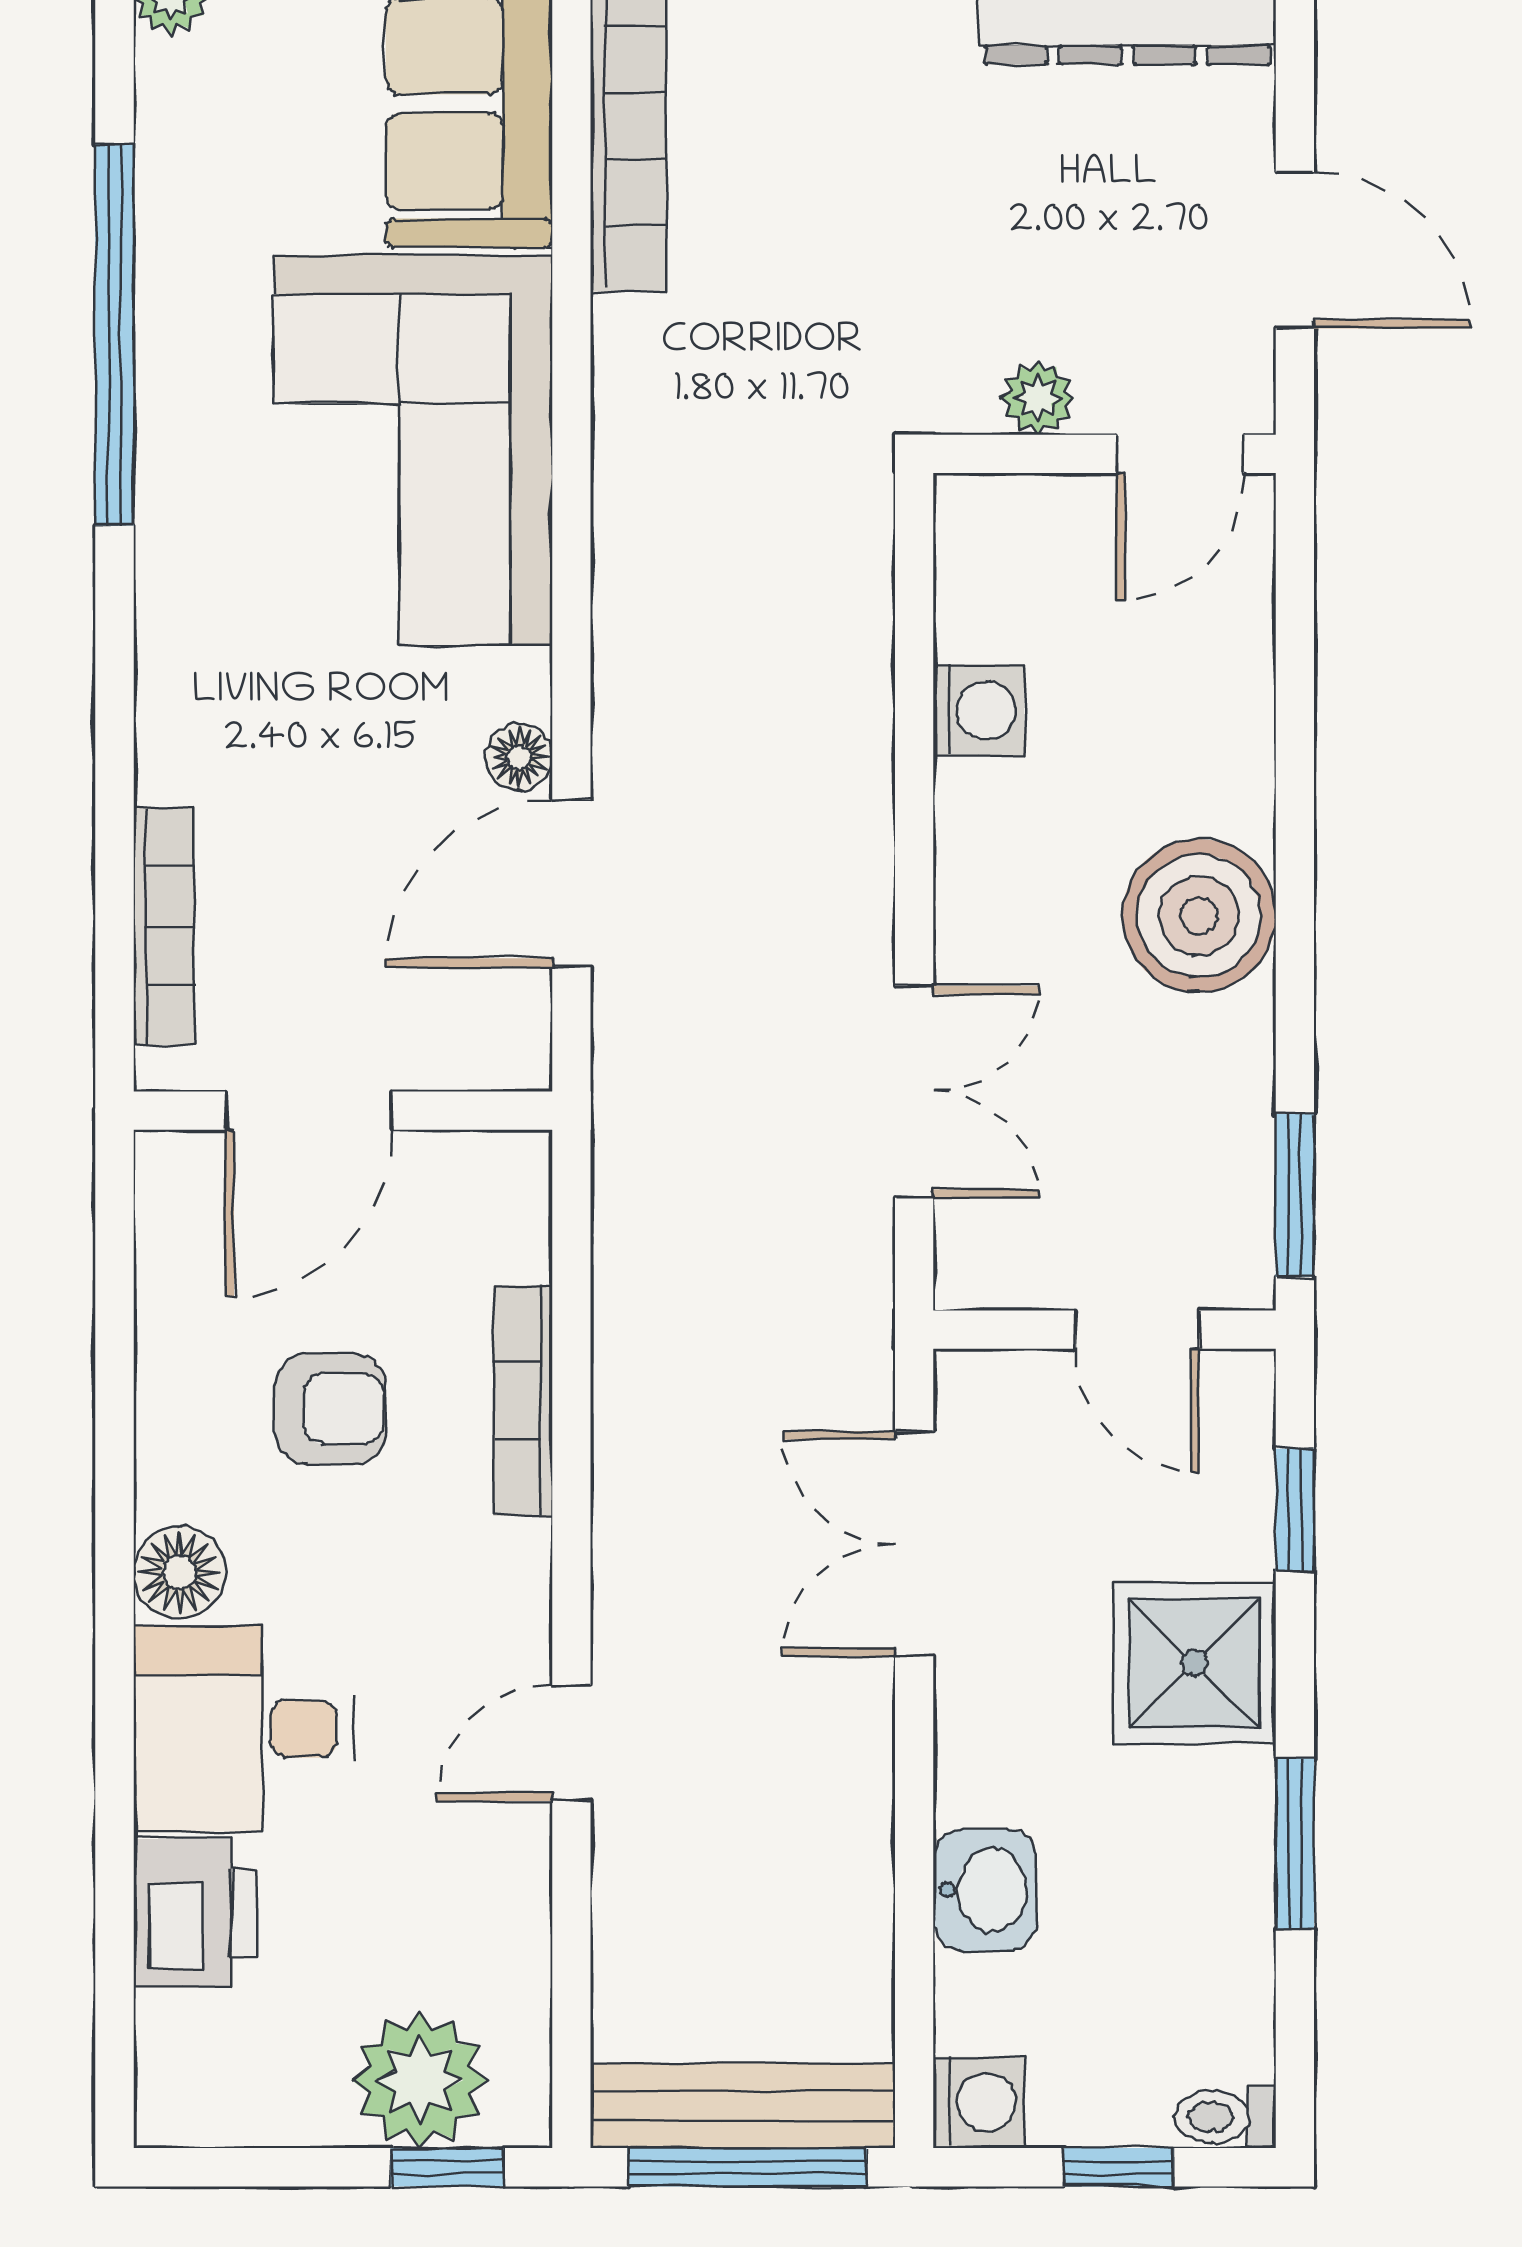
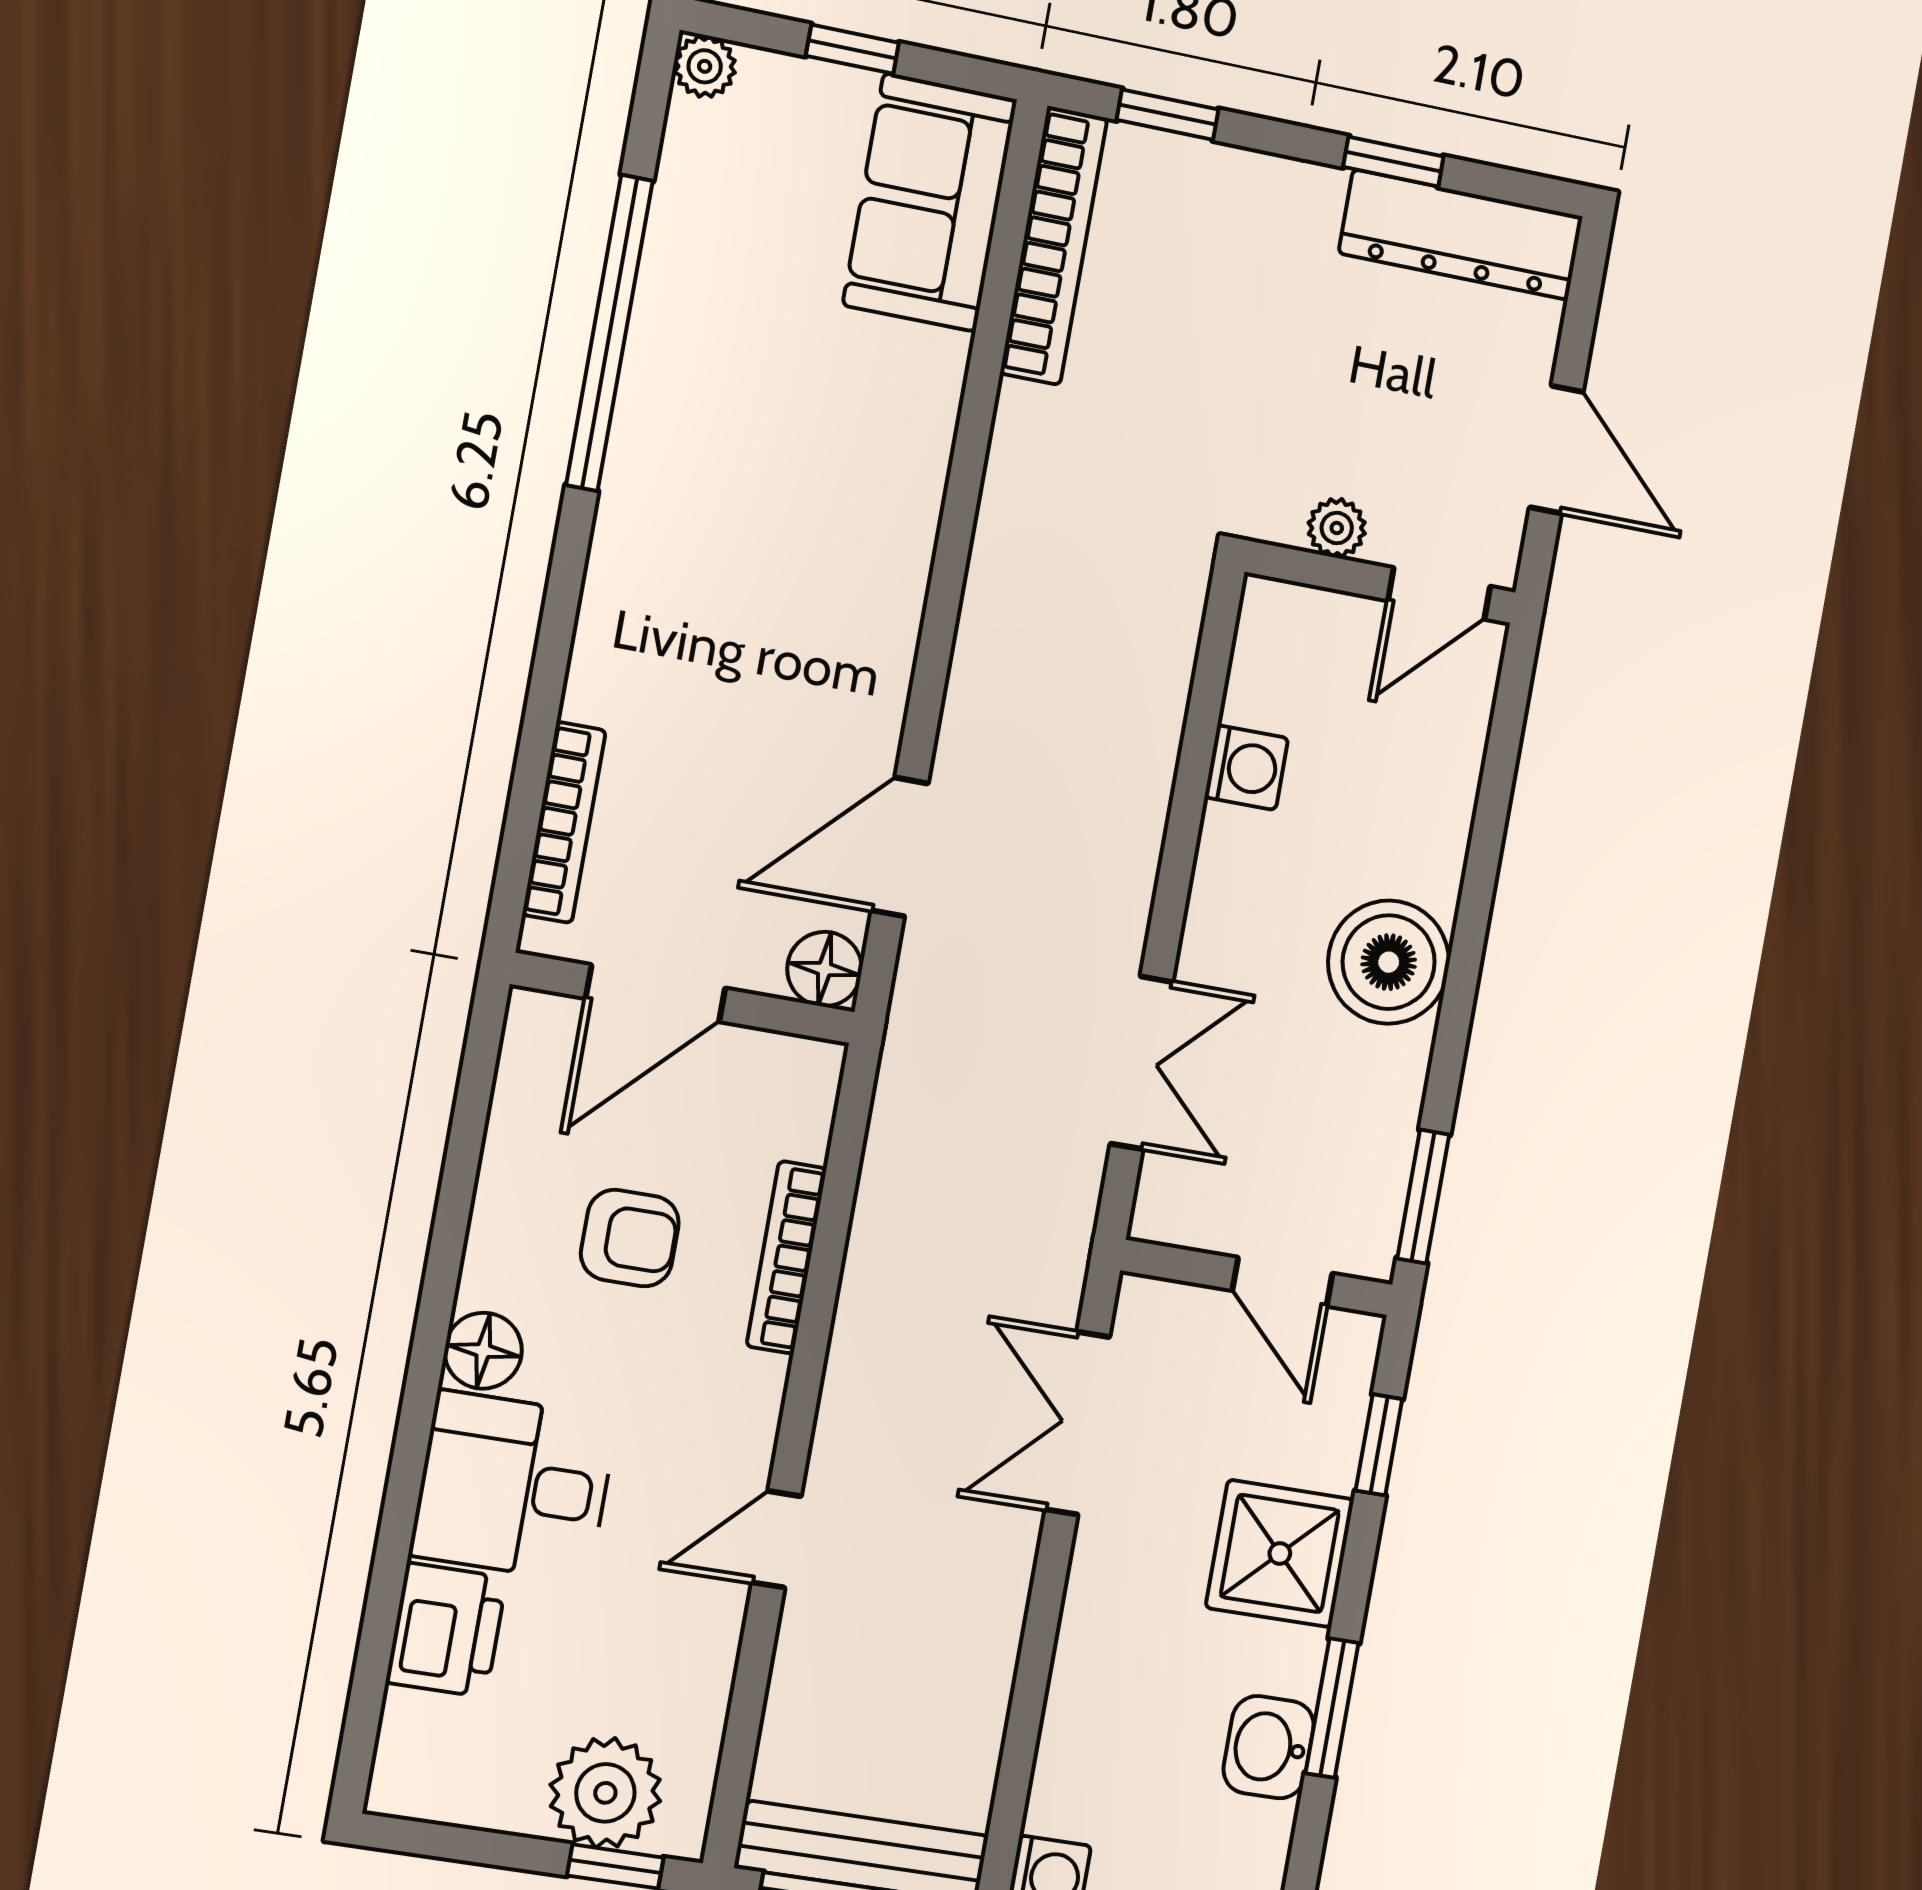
corner sofa: (413, 450) -> (835, 474), removed
floor lamp: (519, 757) -> (825, 969), moved, width x1.37, depth x1.37
washbasin: (985, 1890) -> (1269, 1747), moved, turned 180

